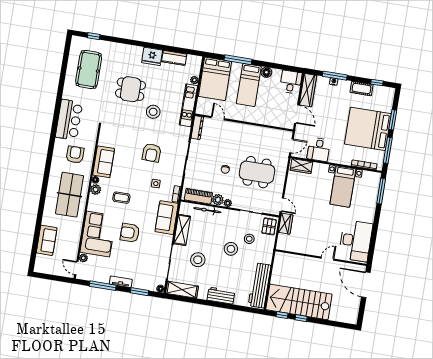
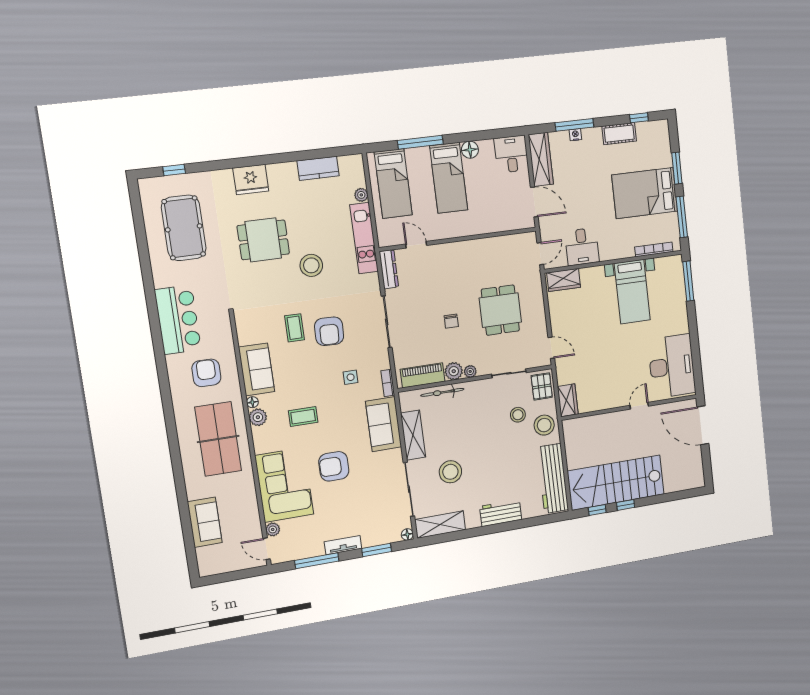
fridge: (152, 56) -> (251, 180), moved
bed: (215, 79) -> (393, 184), width x0.67
bed: (368, 129) -> (645, 193), width x0.73
coffee table: (132, 145) -> (295, 328), added
dining table: (257, 172) -> (500, 310), width x0.73
wardrobe: (286, 224) -> (568, 400), moved
stool: (231, 249) -> (544, 425), moved

